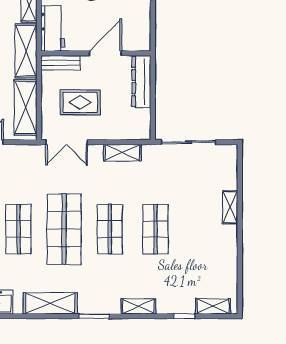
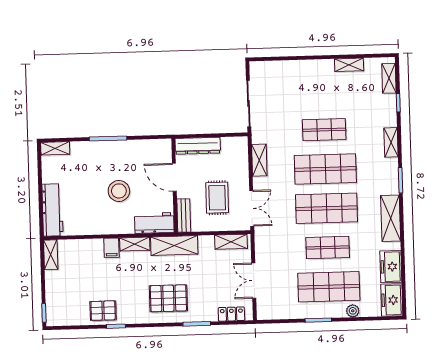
shelving: (26, 108) -> (231, 242), width x0.67, depth x0.75
shelving: (230, 207) -> (349, 65), moved
shop shelf: (110, 229) -> (325, 169), width x1.43, depth x1.36

